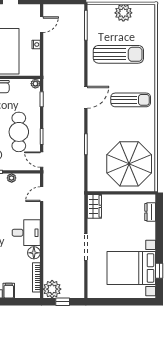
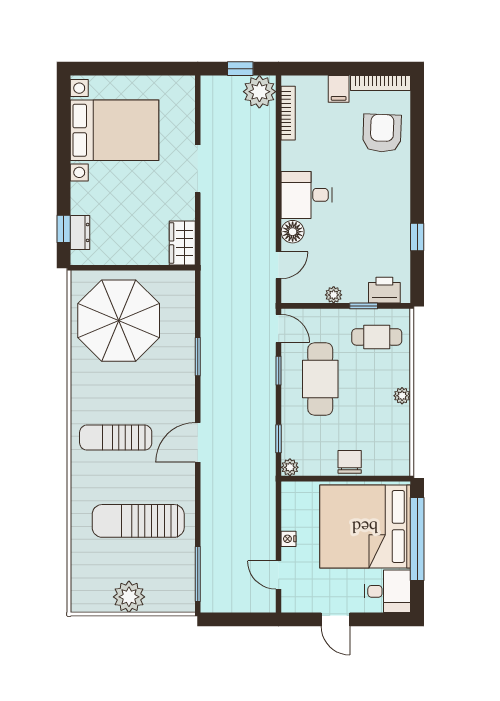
door: (42, 25) -> (279, 575), hinge flipped
floor lamp: (34, 253) -> (293, 232), moved
window: (159, 271) -> (64, 229), moved

